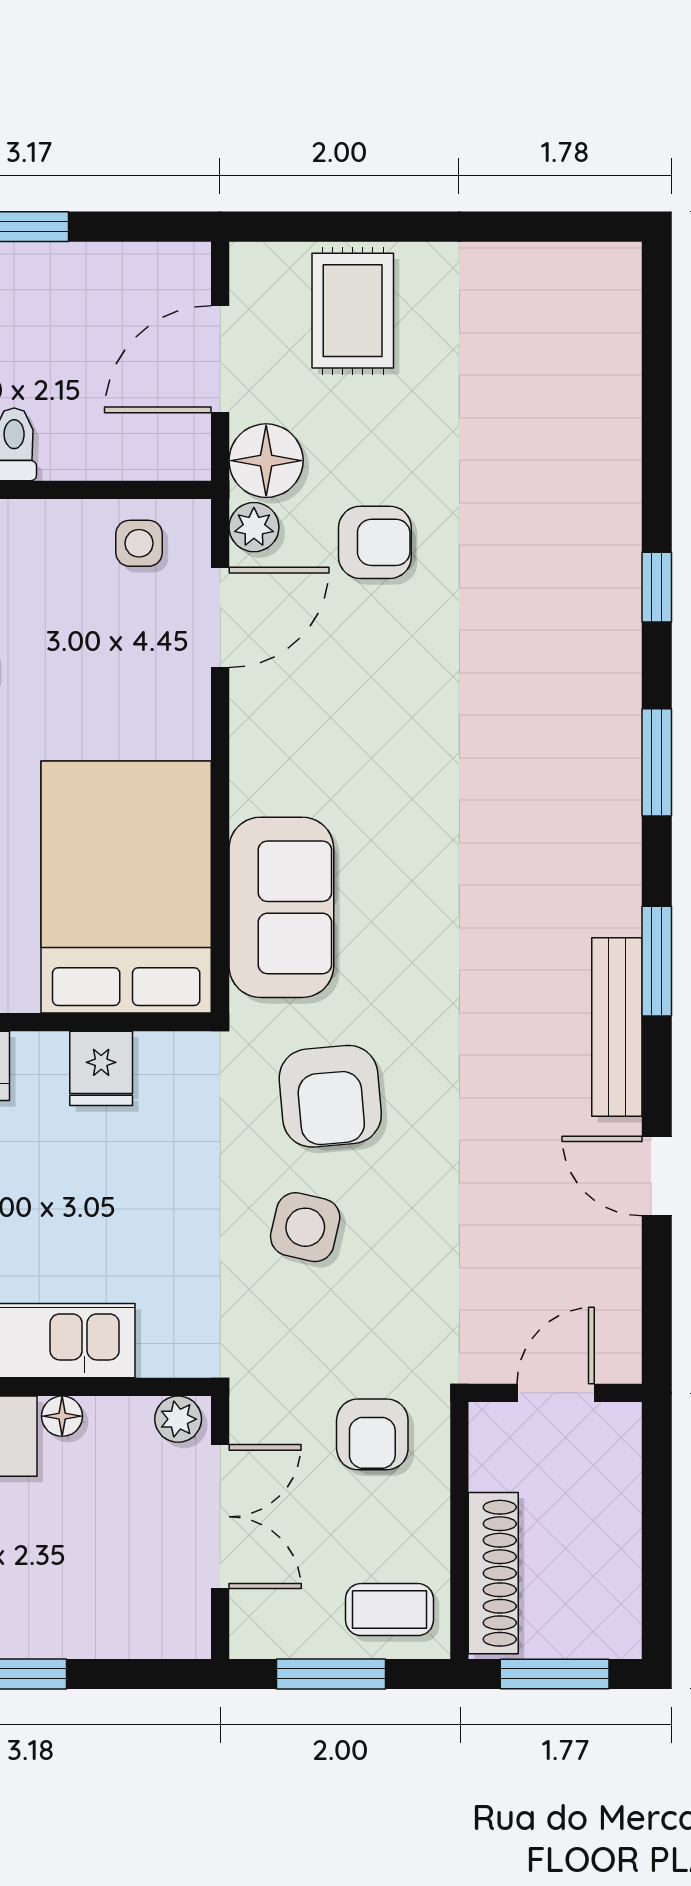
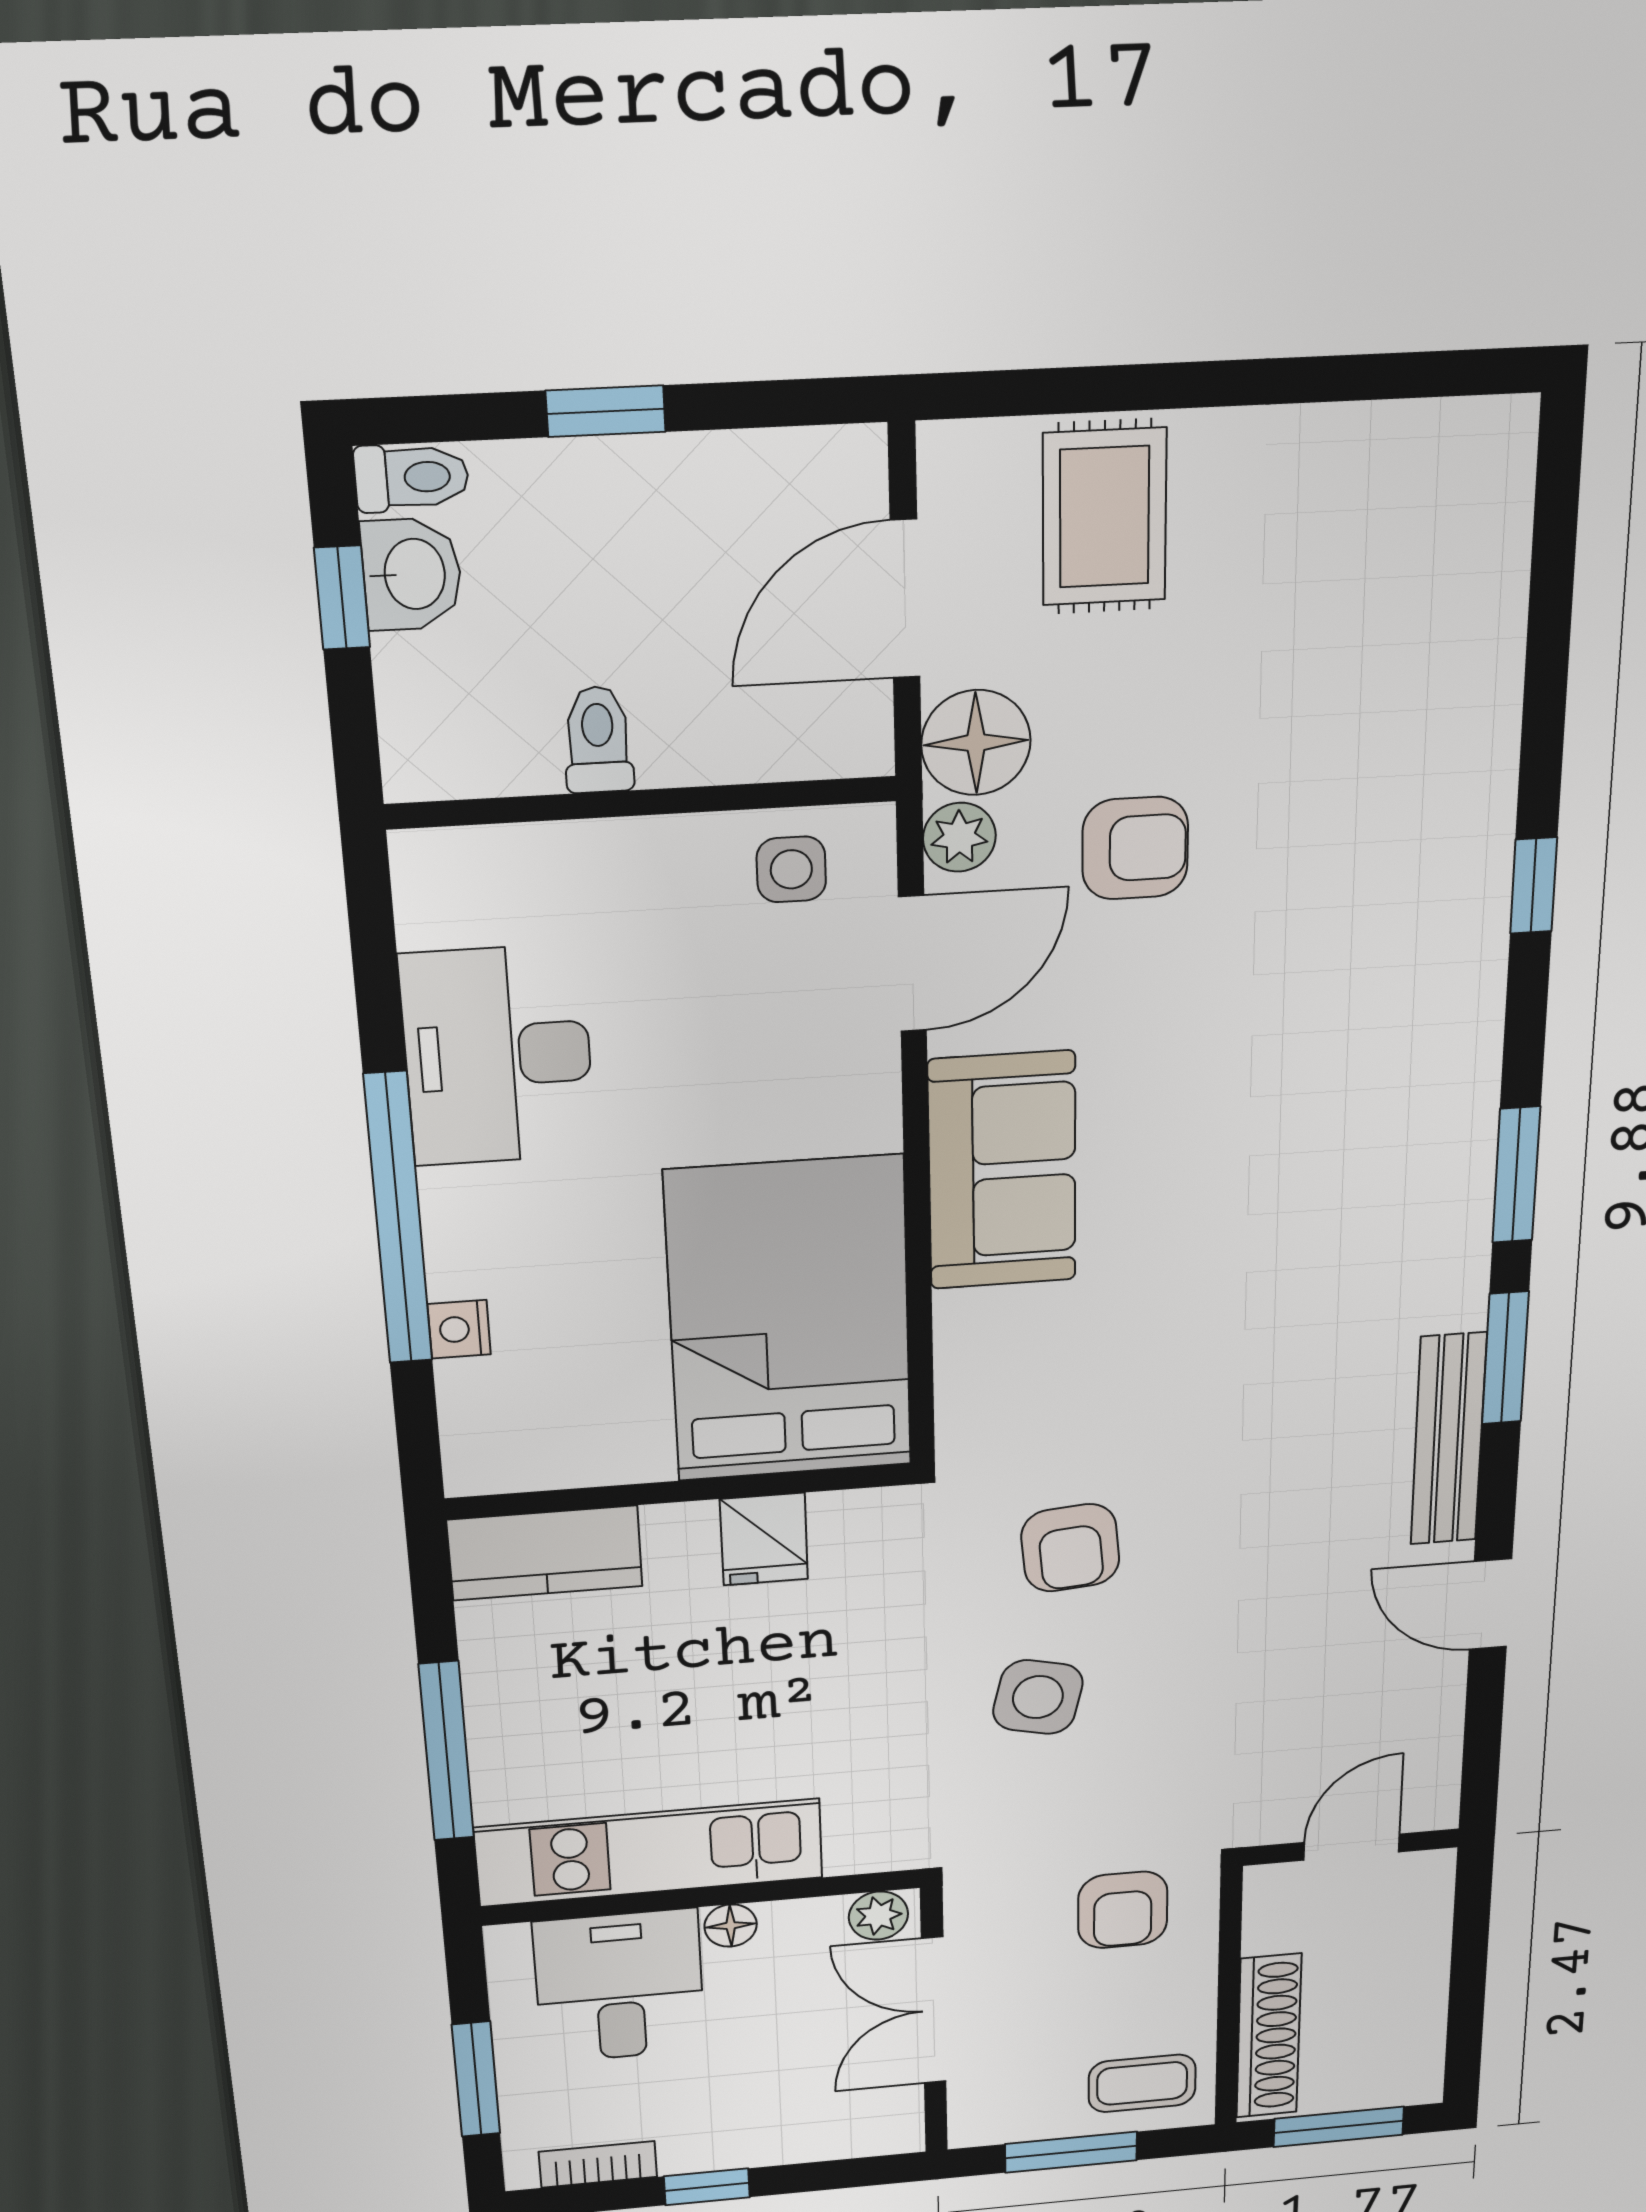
window: (657, 762) -> (1516, 1175), moved
sofa: (281, 907) -> (1002, 1171), moved
armchair: (330, 1096) -> (1070, 1548), width x0.72, depth x0.72
double door: (220, 1517) -> (934, 2011), swing flipped

